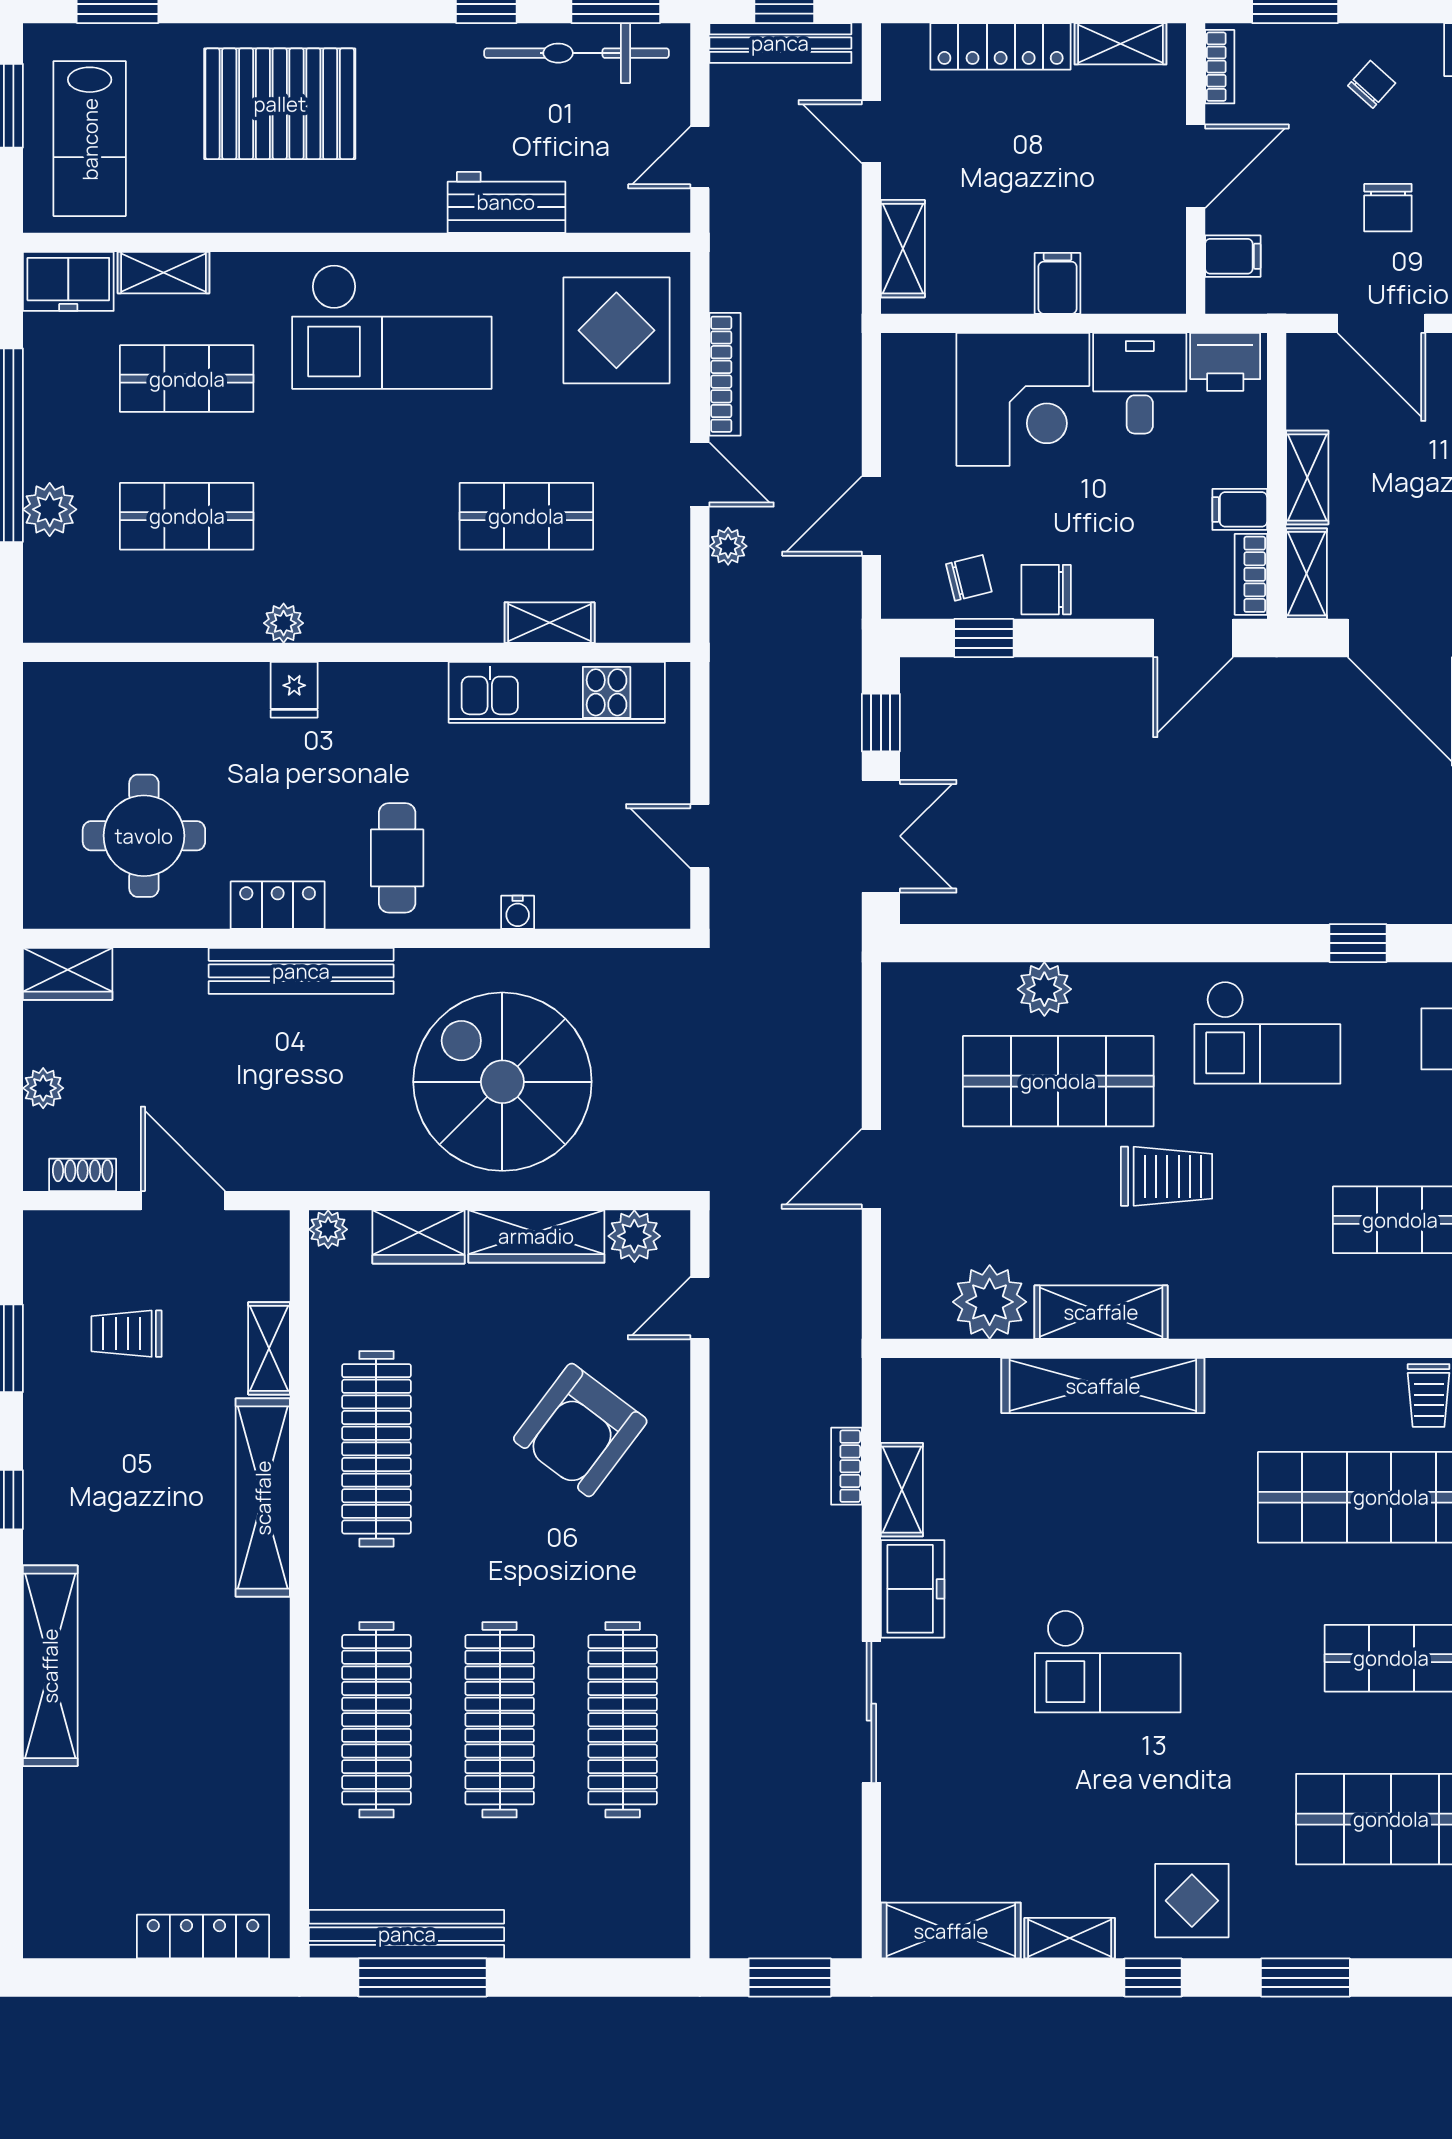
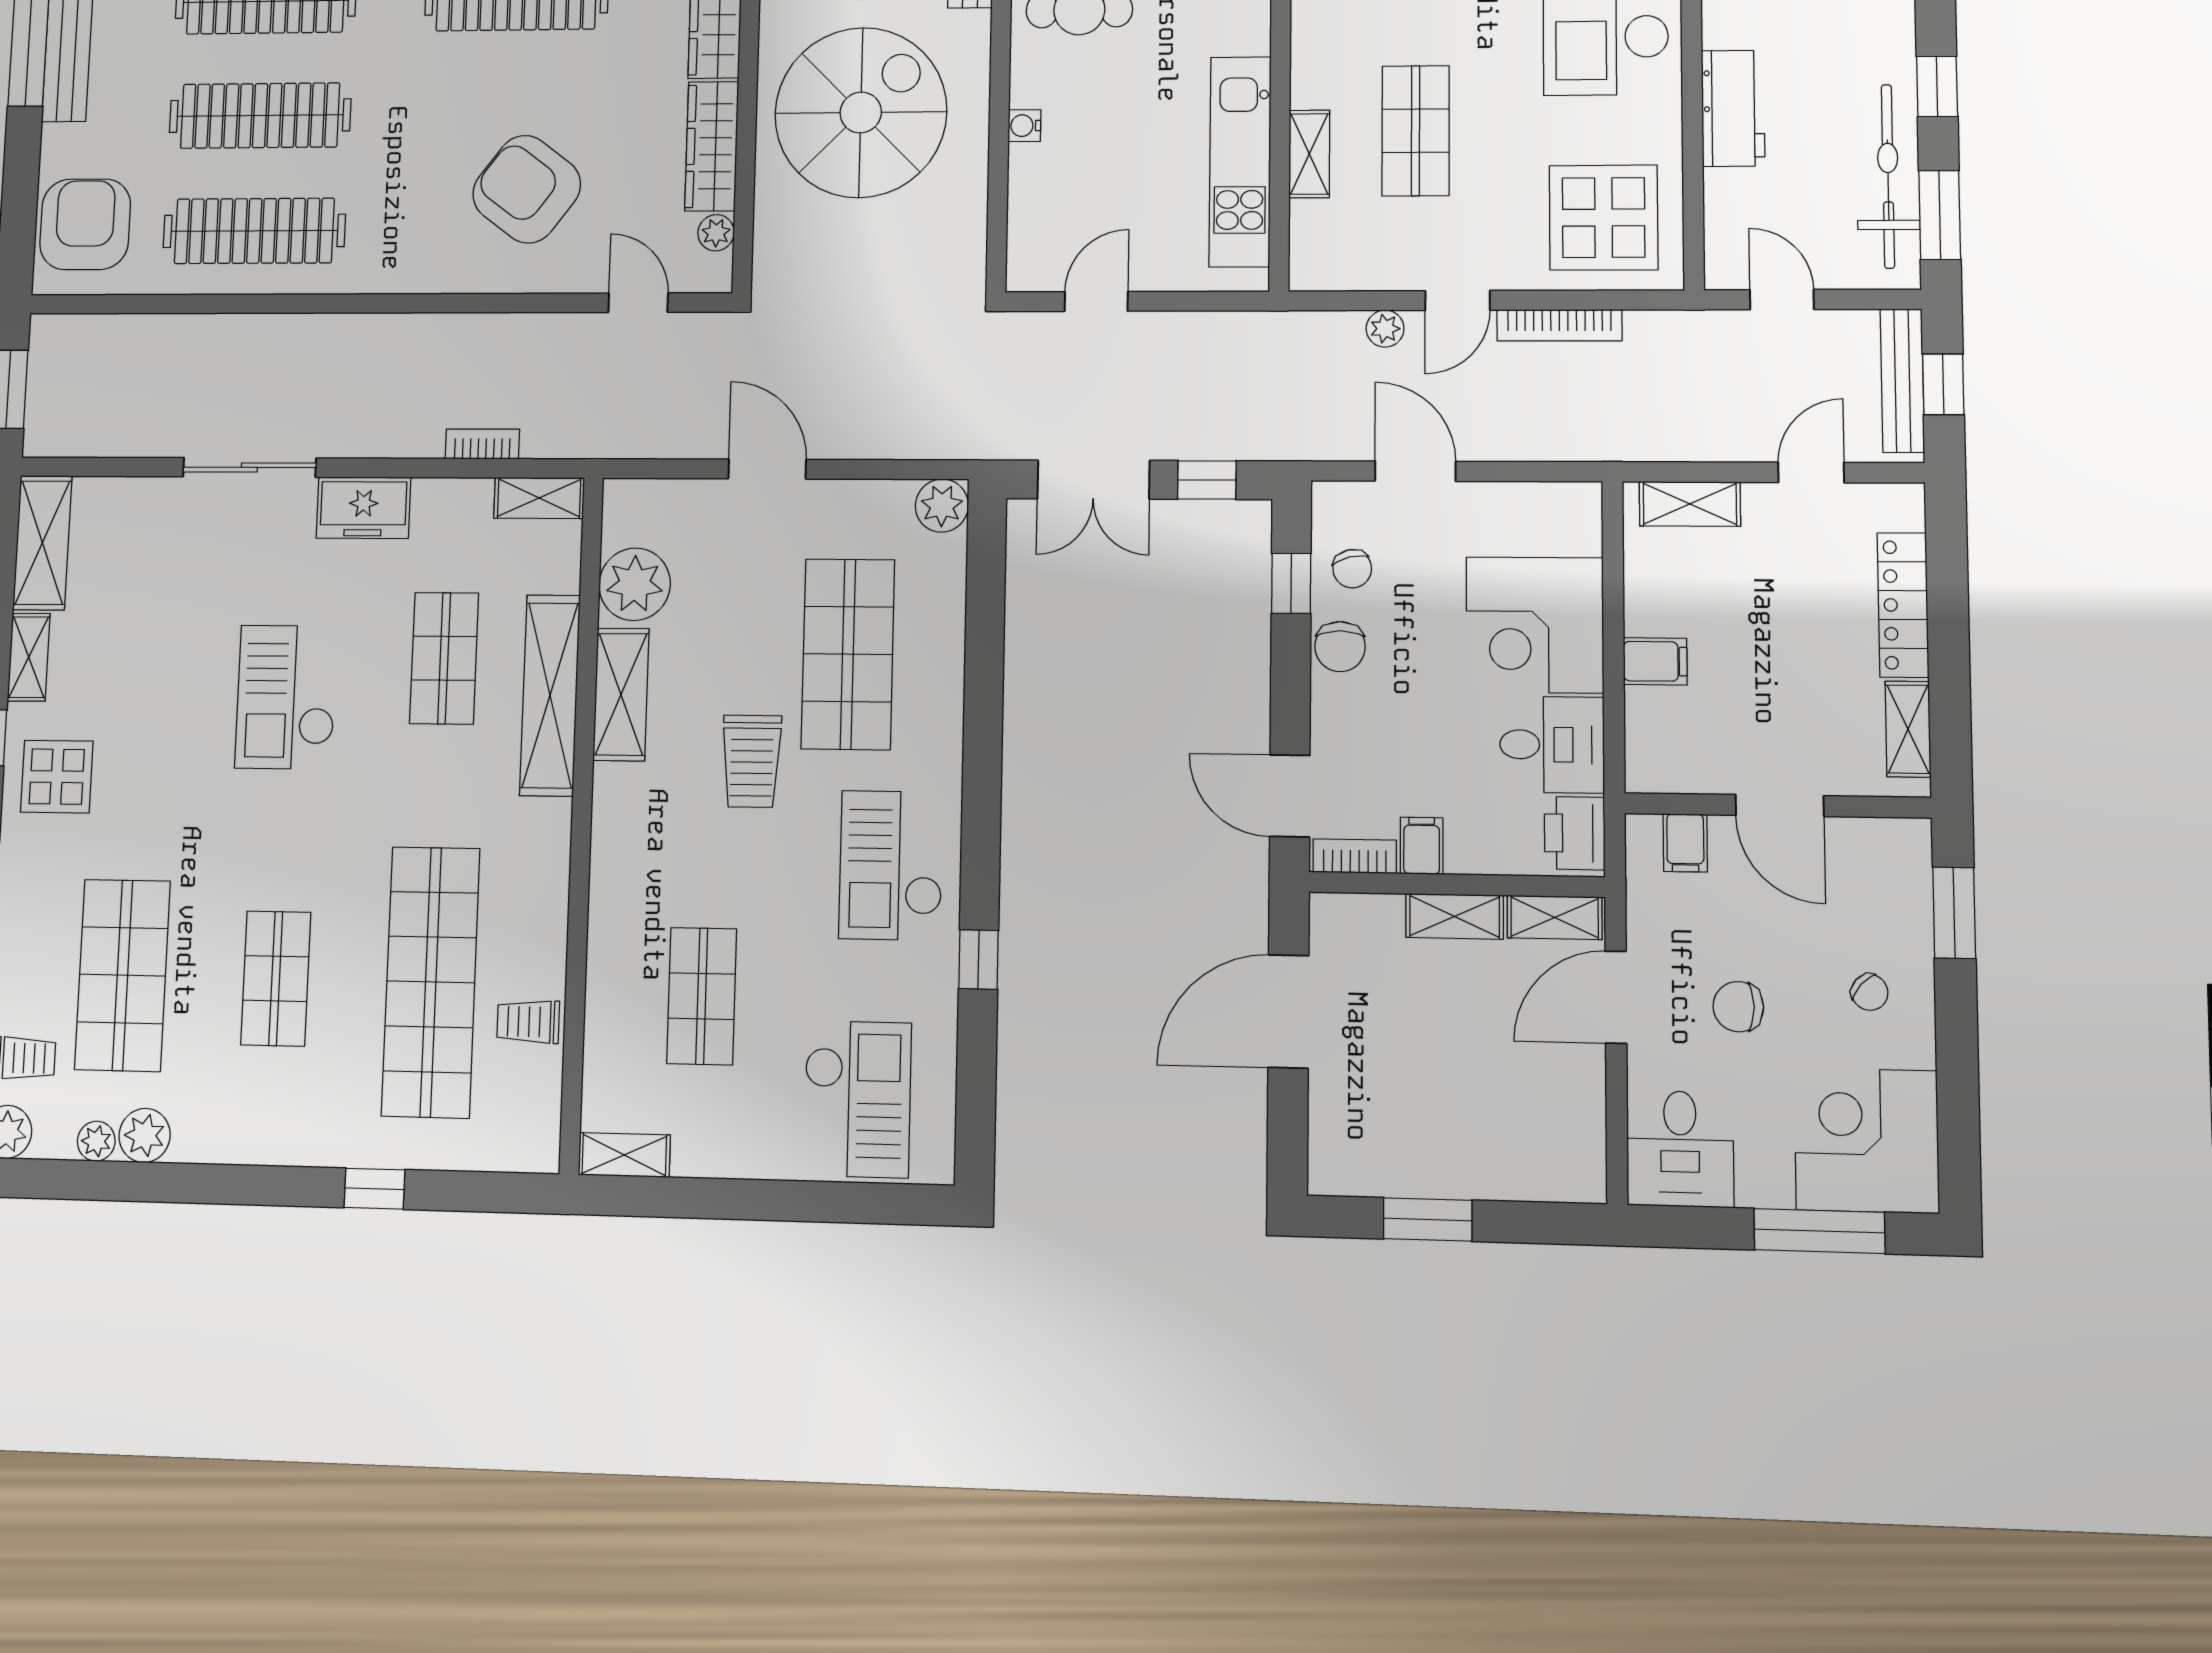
bookcase: (1220, 67) -> (1886, 832), removed
shelving: (1307, 574) -> (1555, 917), moved
chair: (1046, 590) -> (1340, 647), turned 180
plant: (1044, 989) -> (942, 506), moved
plant: (634, 1236) -> (716, 233), width x0.73, depth x0.73
shelving: (902, 1490) -> (539, 498), moved
shop shelf: (1066, 1497) -> (444, 658), added
armchair: (615, 1904) -> (85, 224), added

